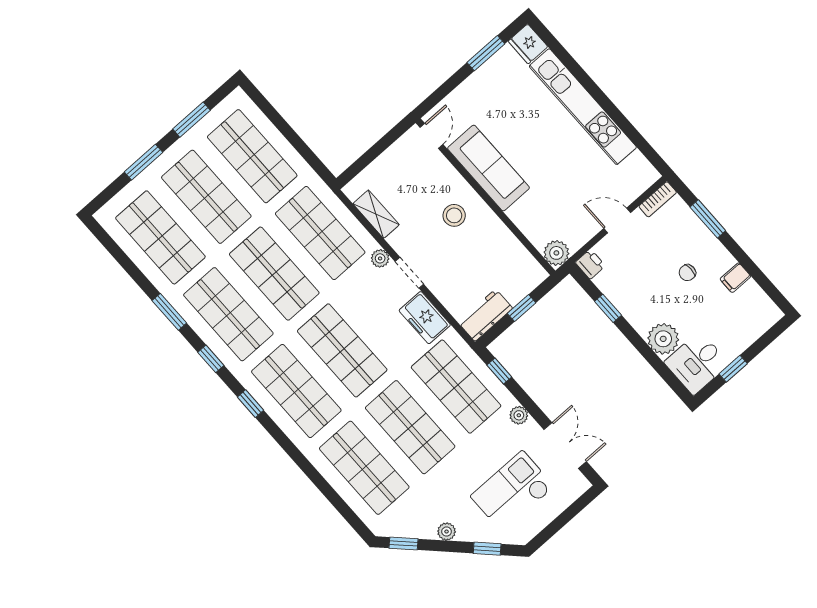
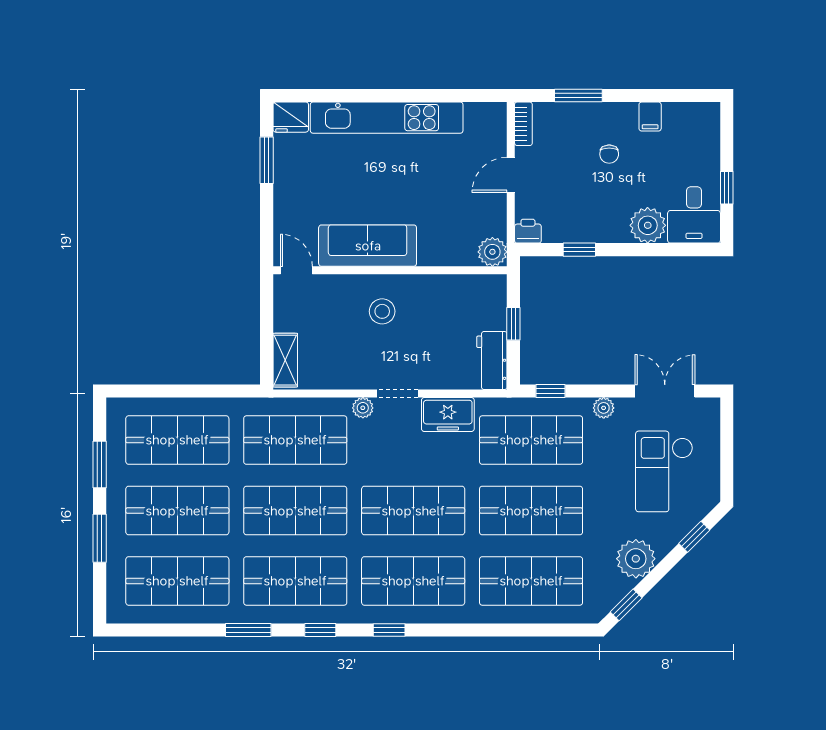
shelving: (376, 214) -> (285, 360), moved, turned 90
plant: (447, 532) -> (636, 559), width x1.88, depth x1.88

